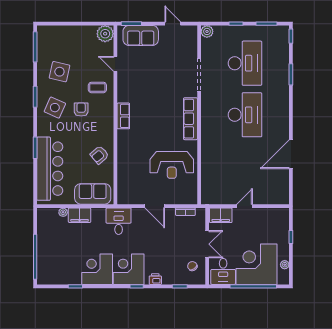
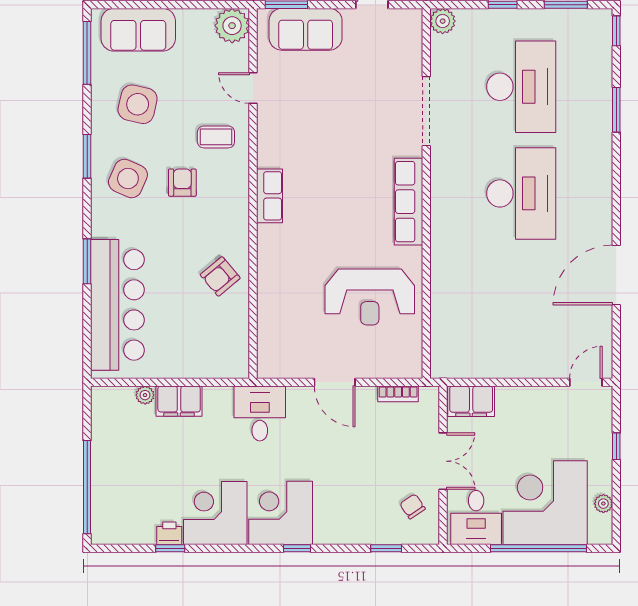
sofa: (93, 194) -> (138, 30), moved, turned 180
door: (245, 206) -> (586, 382), moved
printer: (155, 279) -> (169, 533), moved

